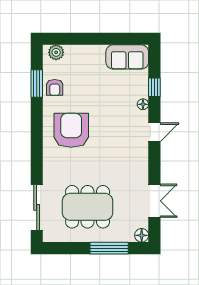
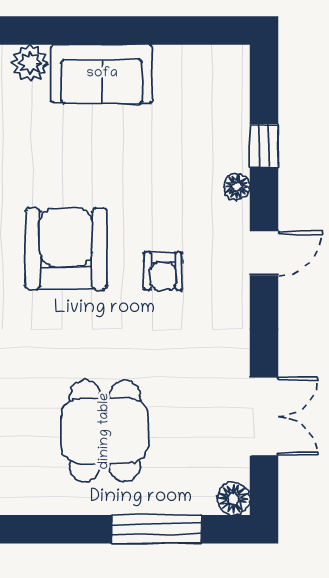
sofa: (127, 57) -> (102, 74), moved
armchair: (55, 87) -> (163, 271), moved
dining table: (88, 207) -> (105, 431), width x0.73

